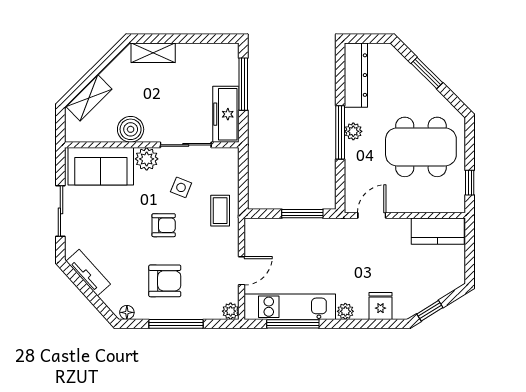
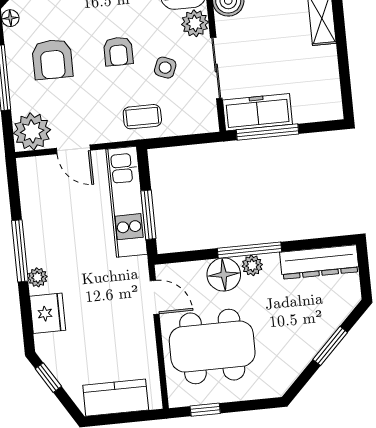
window: (243, 84) -> (268, 132), moved
dining table: (421, 147) -> (212, 346), moved, turned 90
floor lamp: (358, 156) -> (224, 275), added
kitchen counter: (438, 231) -> (116, 398), moved, turned 90
fridge: (380, 306) -> (48, 313), width x1.38
kitchen unit: (290, 307) -> (127, 202), moved, turned 180
plant: (231, 311) -> (32, 131), width x1.87, depth x1.87
window: (293, 324) -> (20, 251), moved

